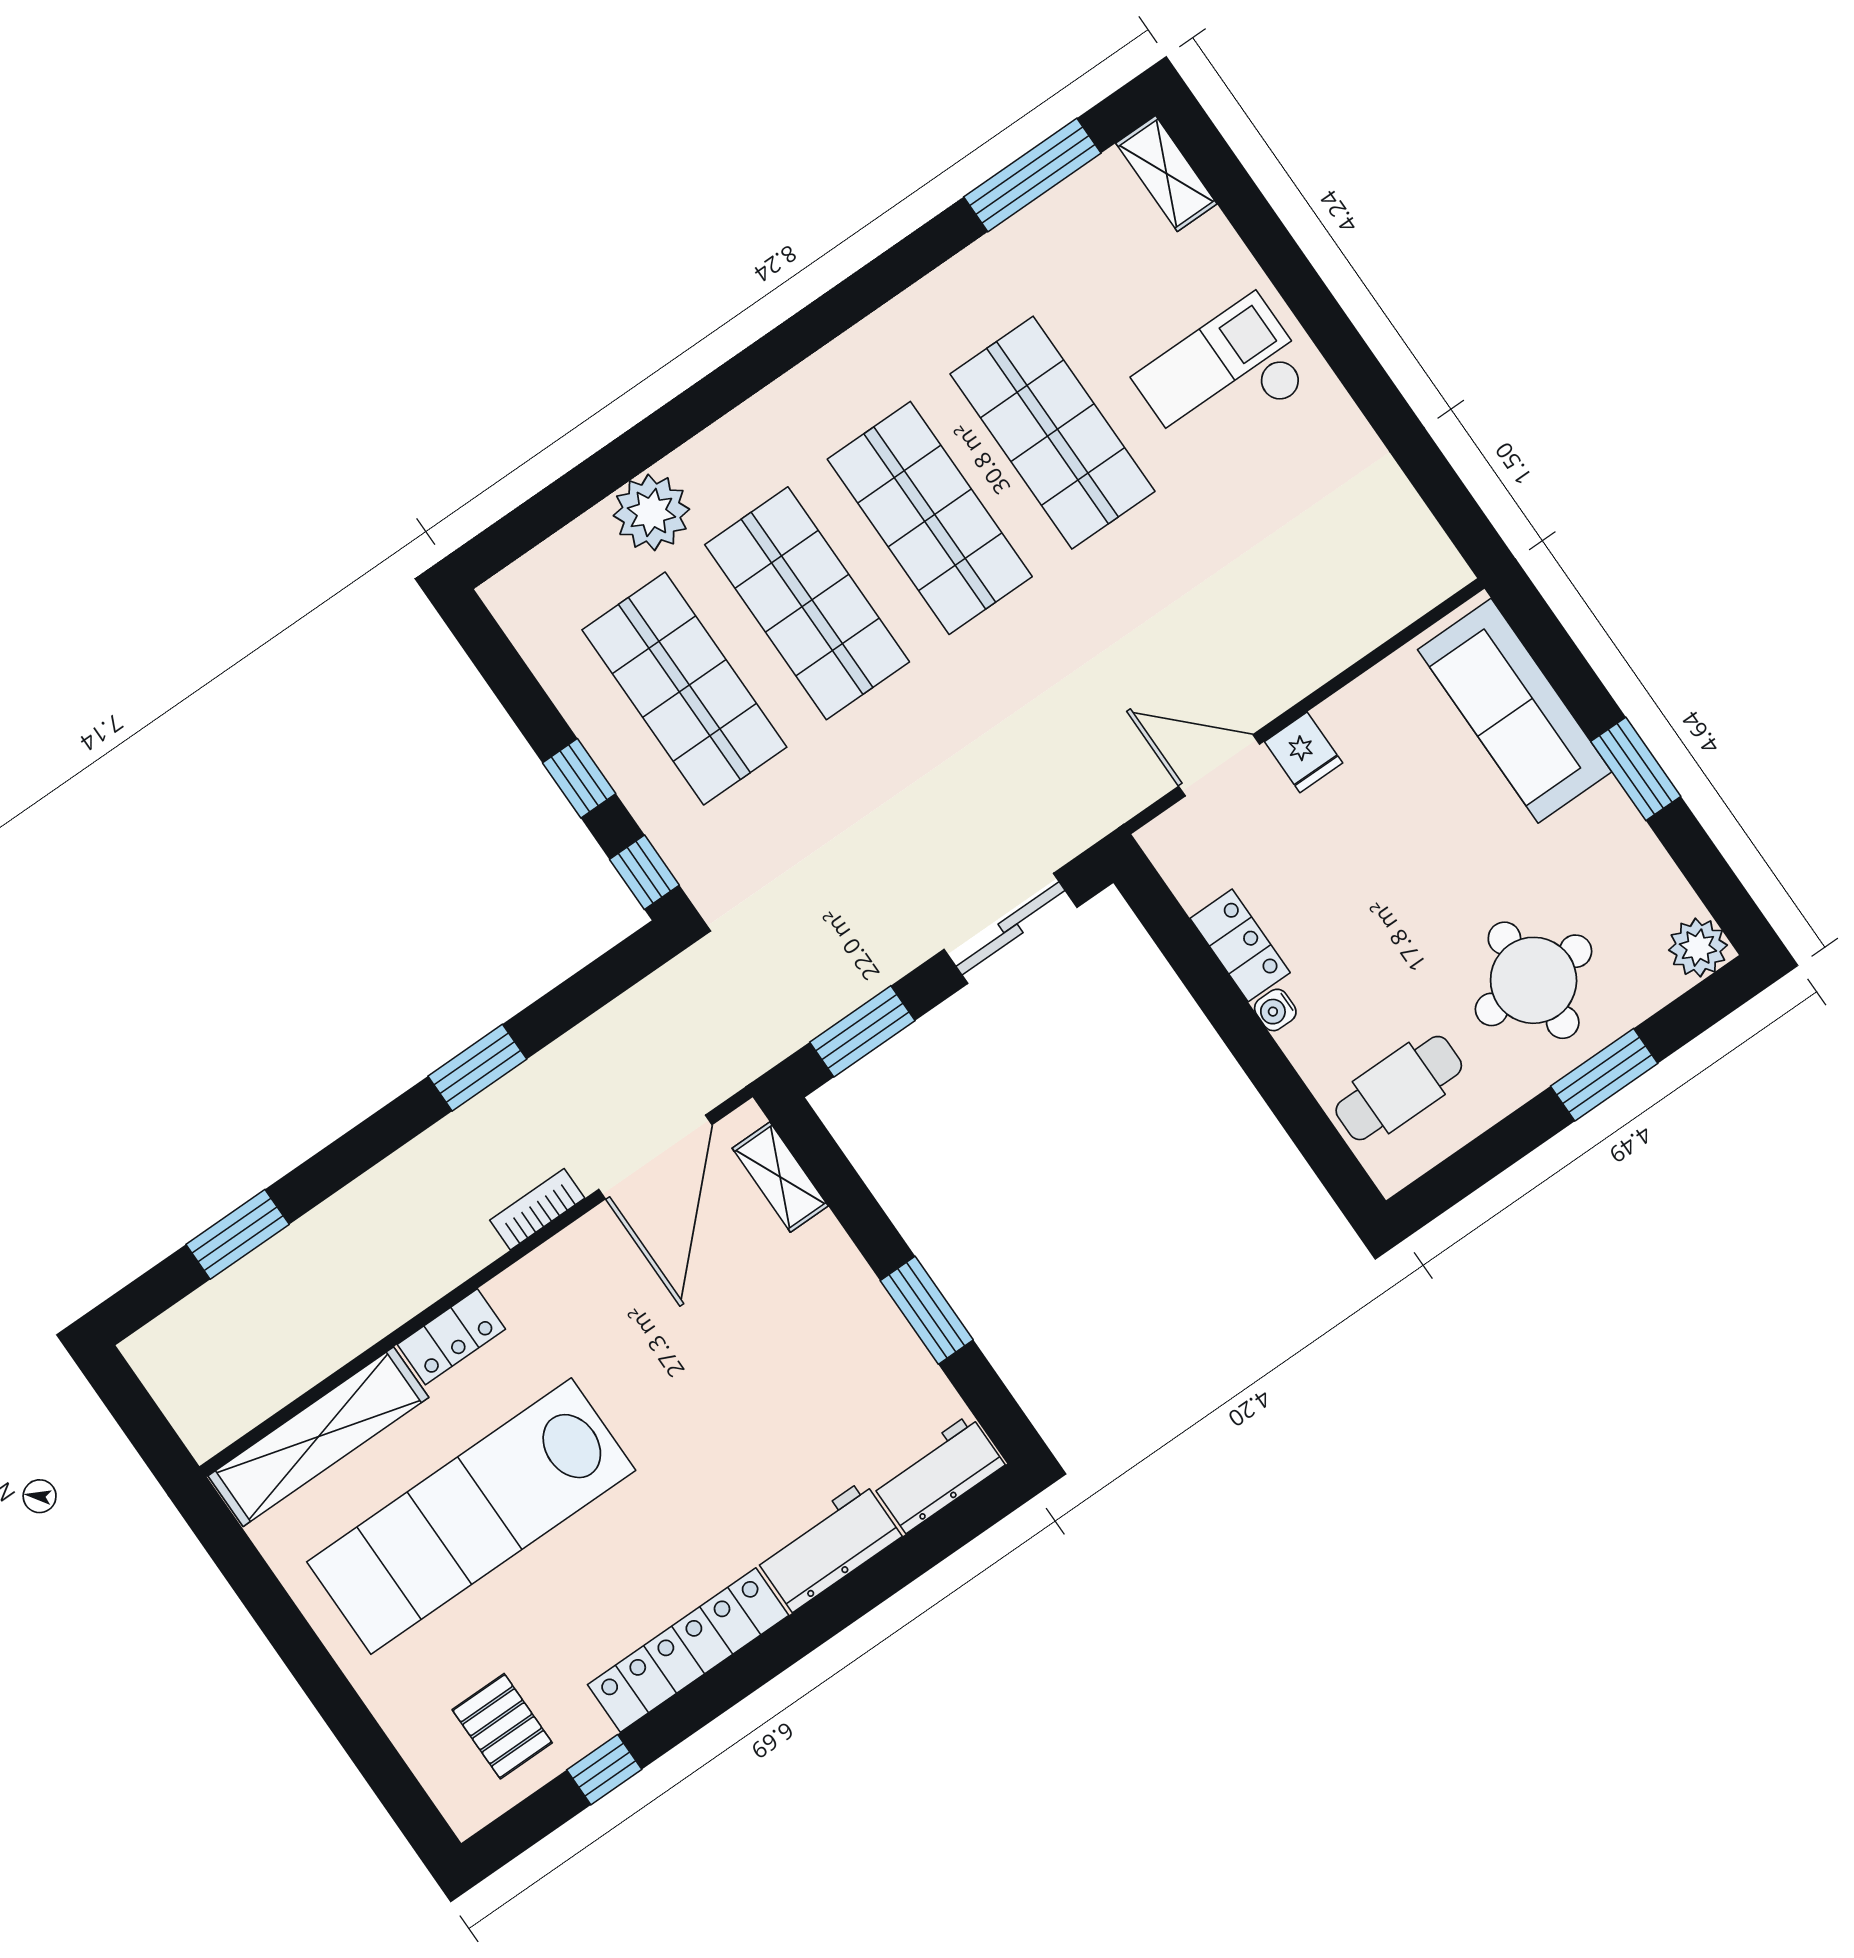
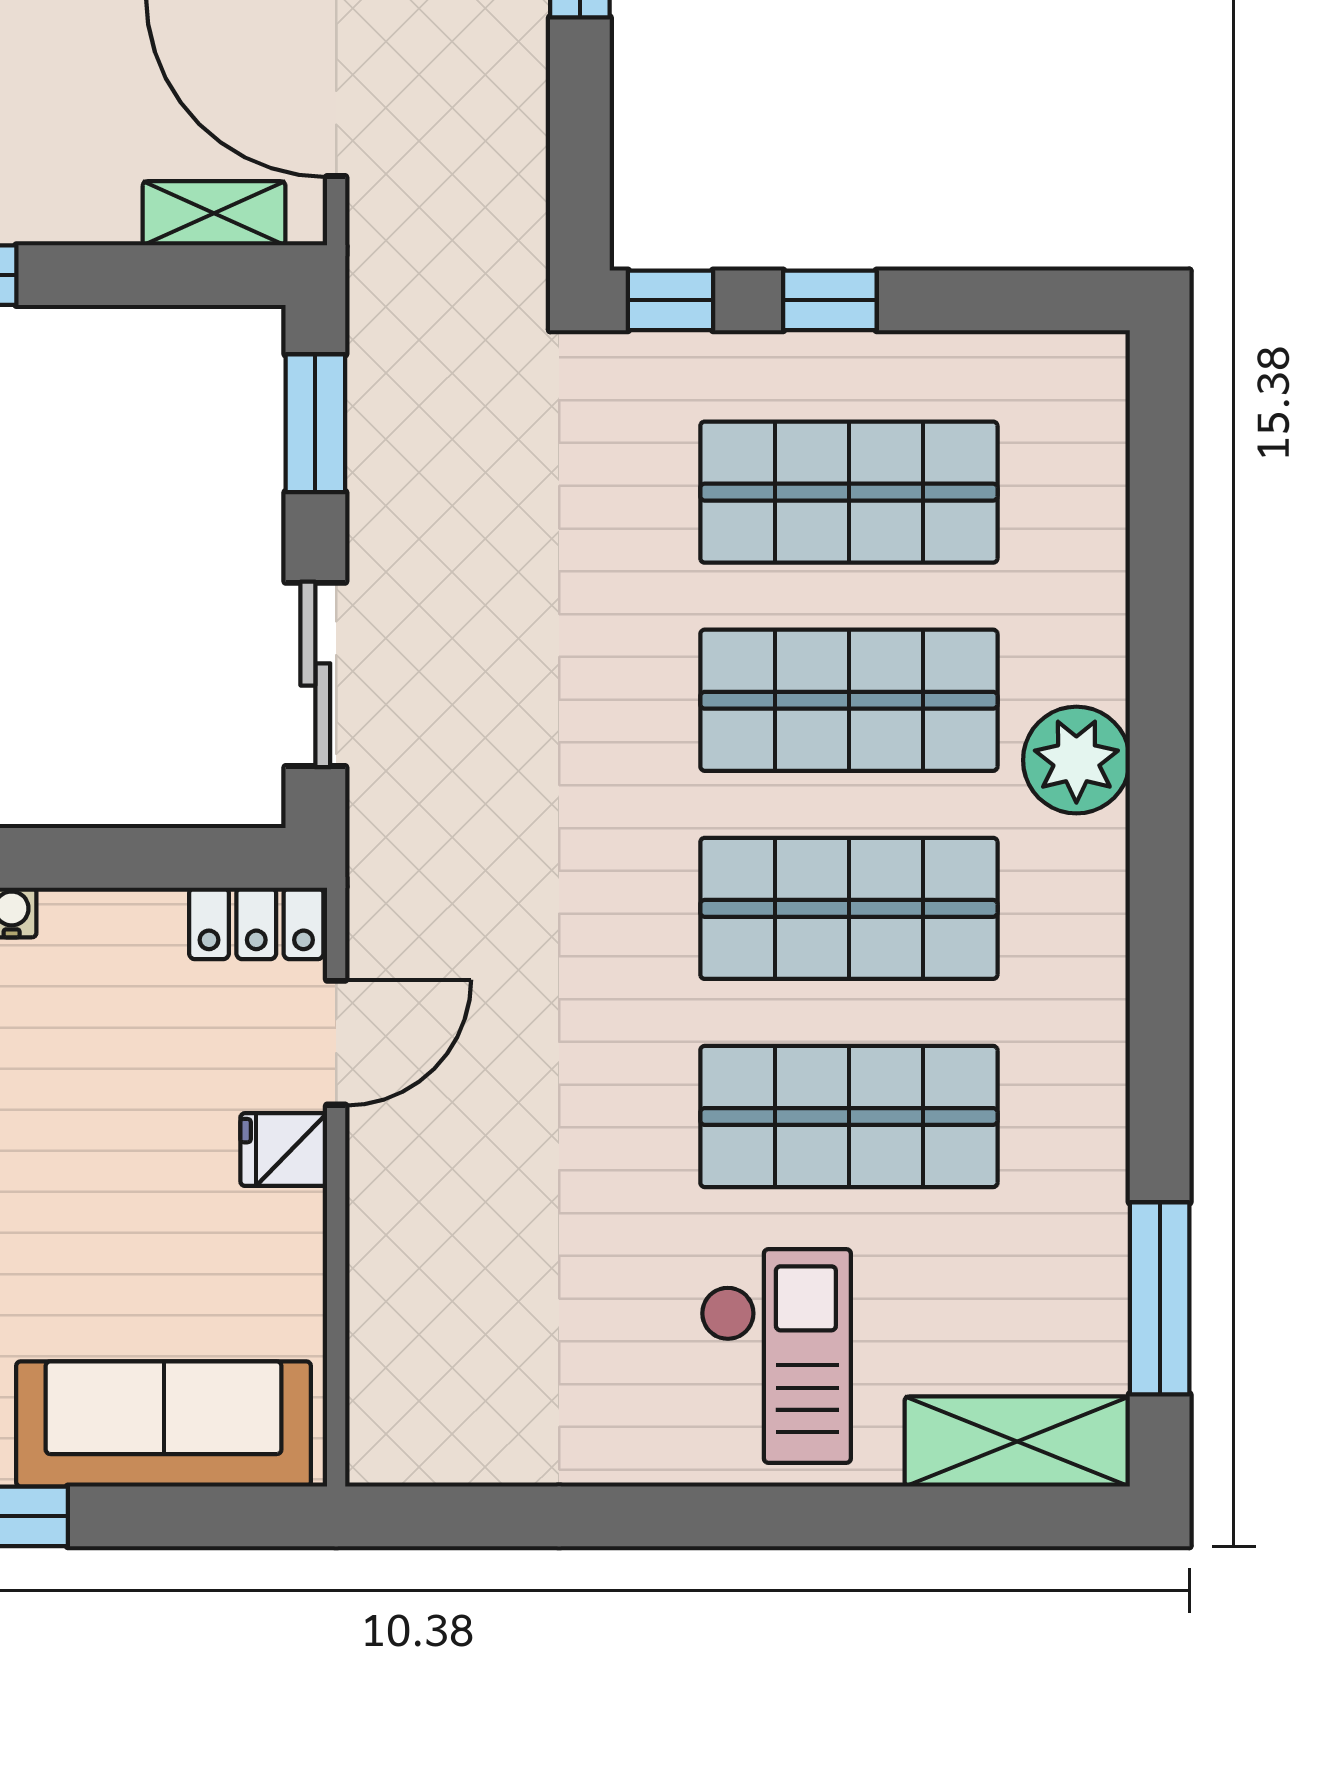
shelving: (1166, 173) -> (1017, 1442), width x1.50, depth x1.33
plant: (651, 512) -> (1076, 760), moved
locker: (1240, 945) -> (256, 923), moved

